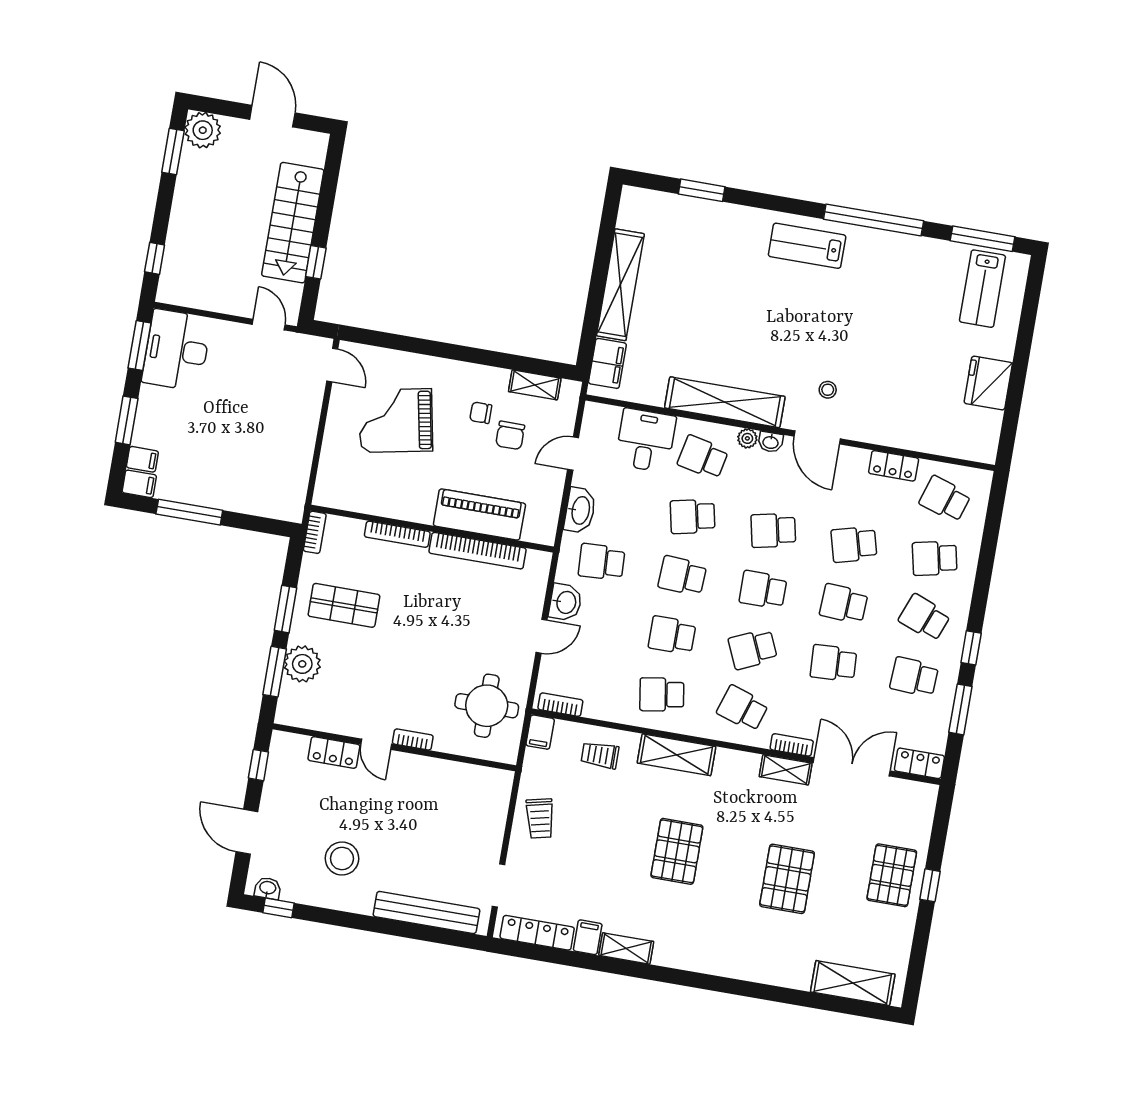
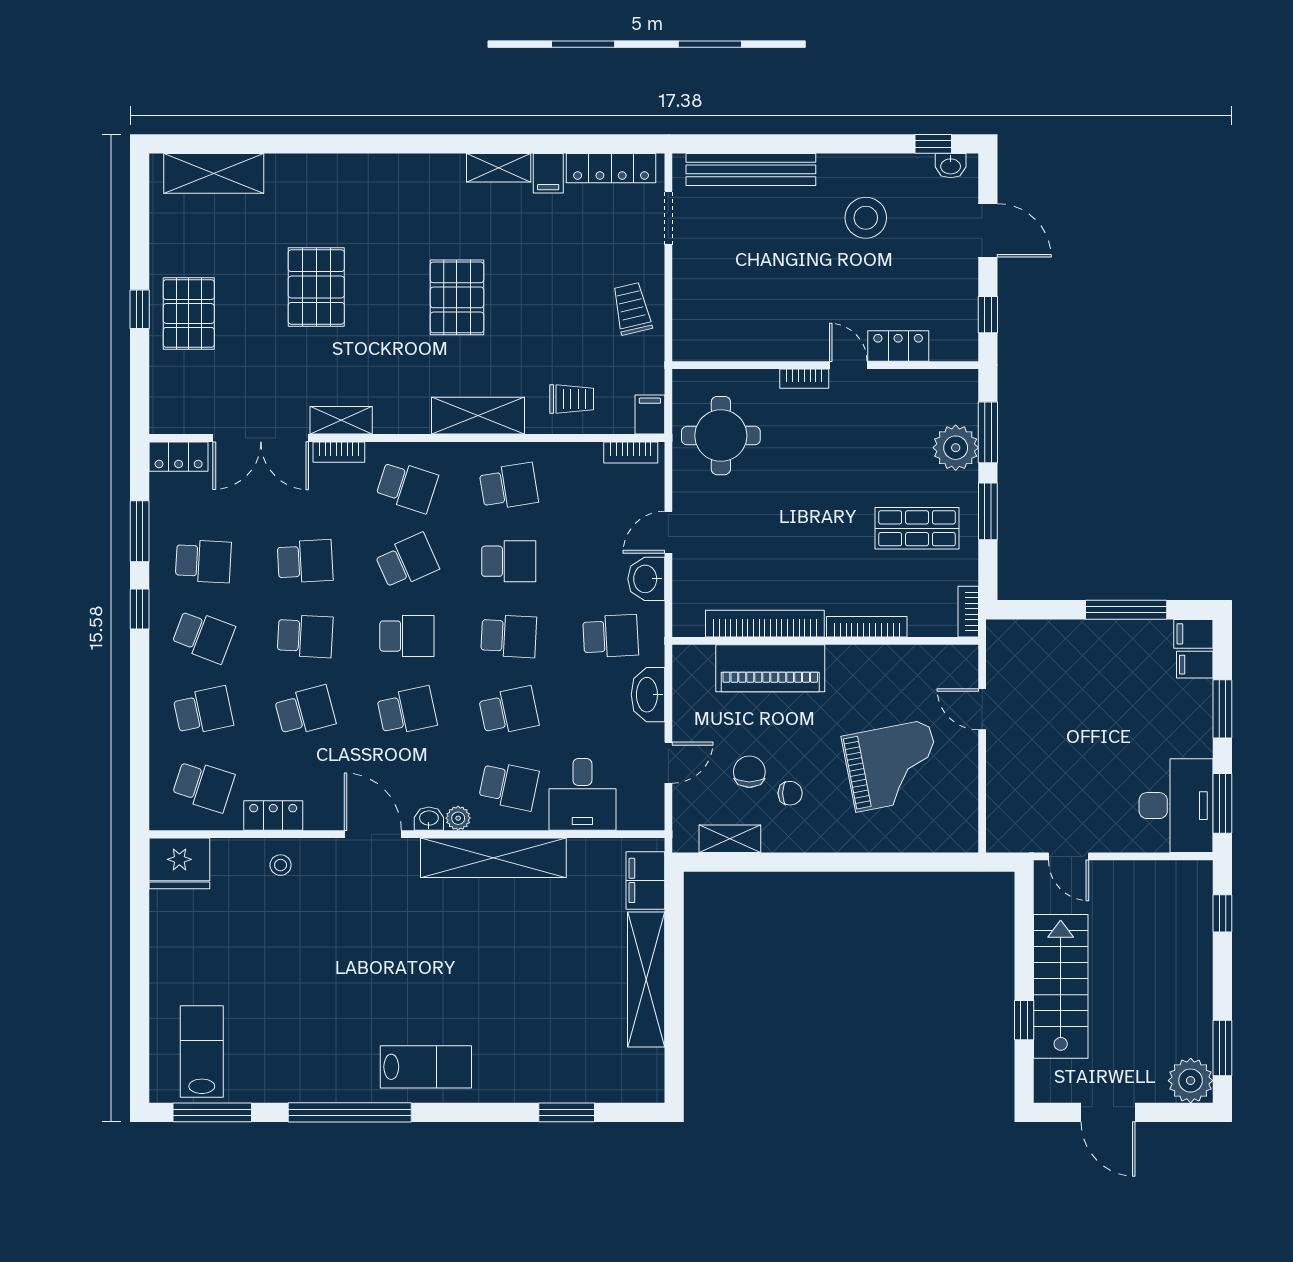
window: (316, 262) -> (1024, 1020), moved
door: (332, 365) -> (982, 709), moved
fridge: (988, 383) -> (179, 863), moved, turned 90
stool: (828, 390) -> (281, 865), moved

